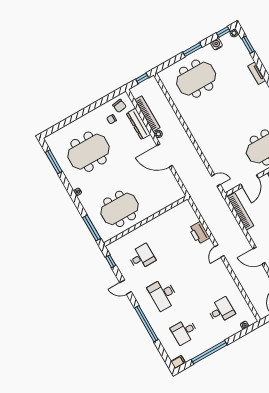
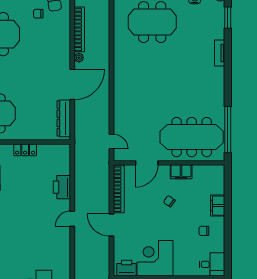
dresser: (138, 124) -> (64, 118), moved
door: (165, 156) -> (72, 84), swing flipped
locker: (158, 221) -> (25, 150), added
door: (259, 256) -> (111, 225), moved

